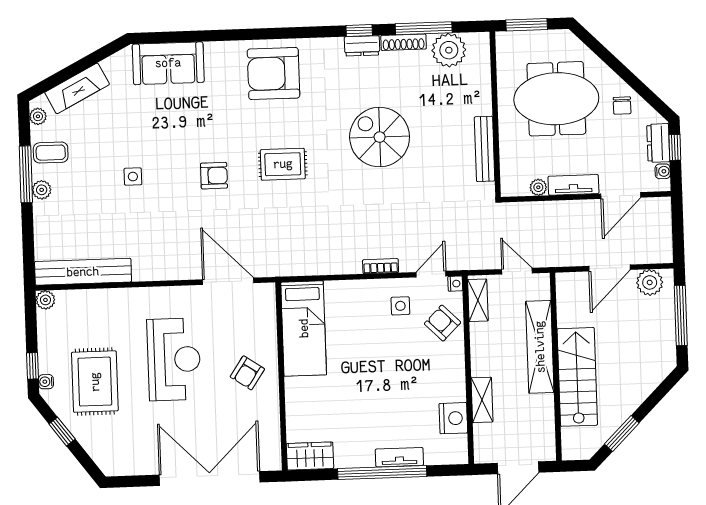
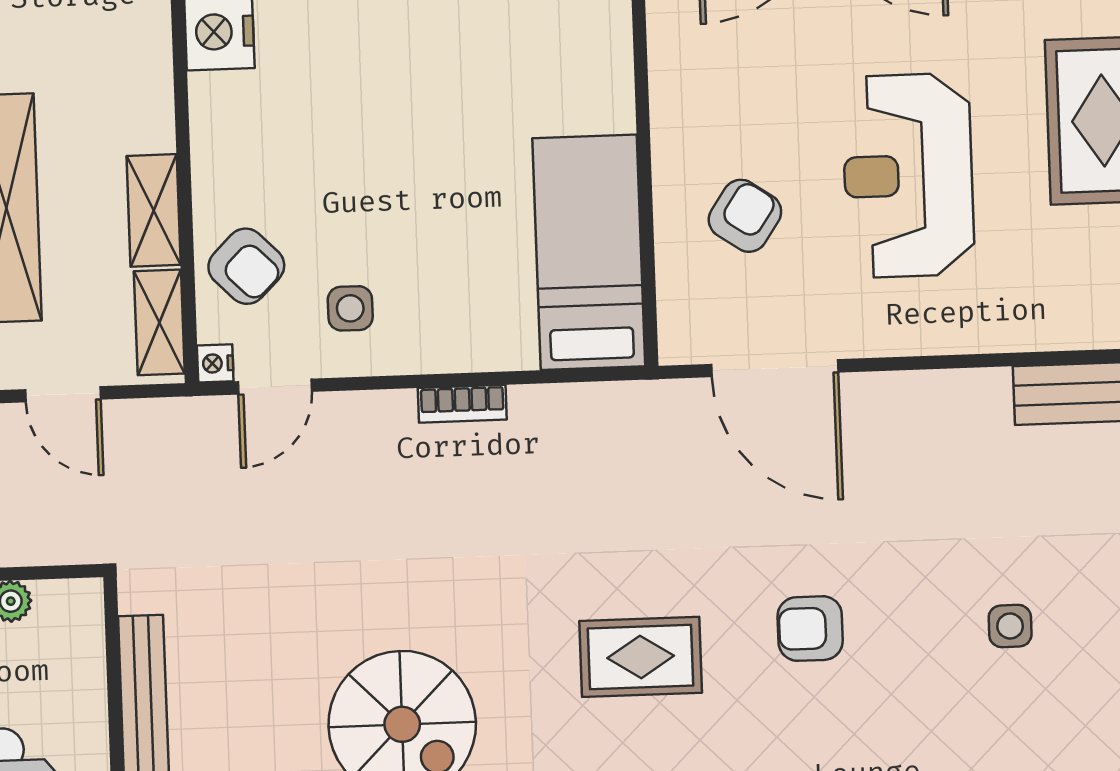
bookcase: (381, 266) -> (462, 404), moved
armchair: (247, 373) -> (745, 216), moved
shelving: (482, 400) -> (154, 210), moved

